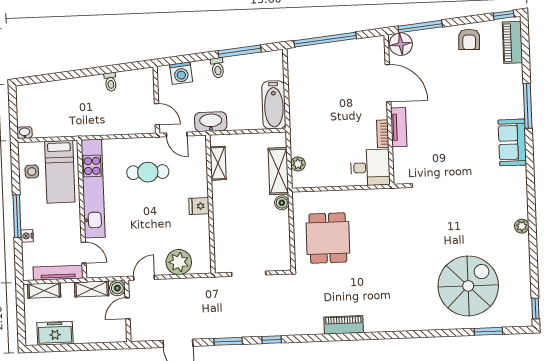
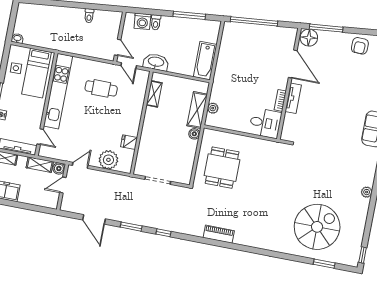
toilet: (218, 68) -> (156, 22), moved
fridge: (199, 206) -> (129, 142), moved

